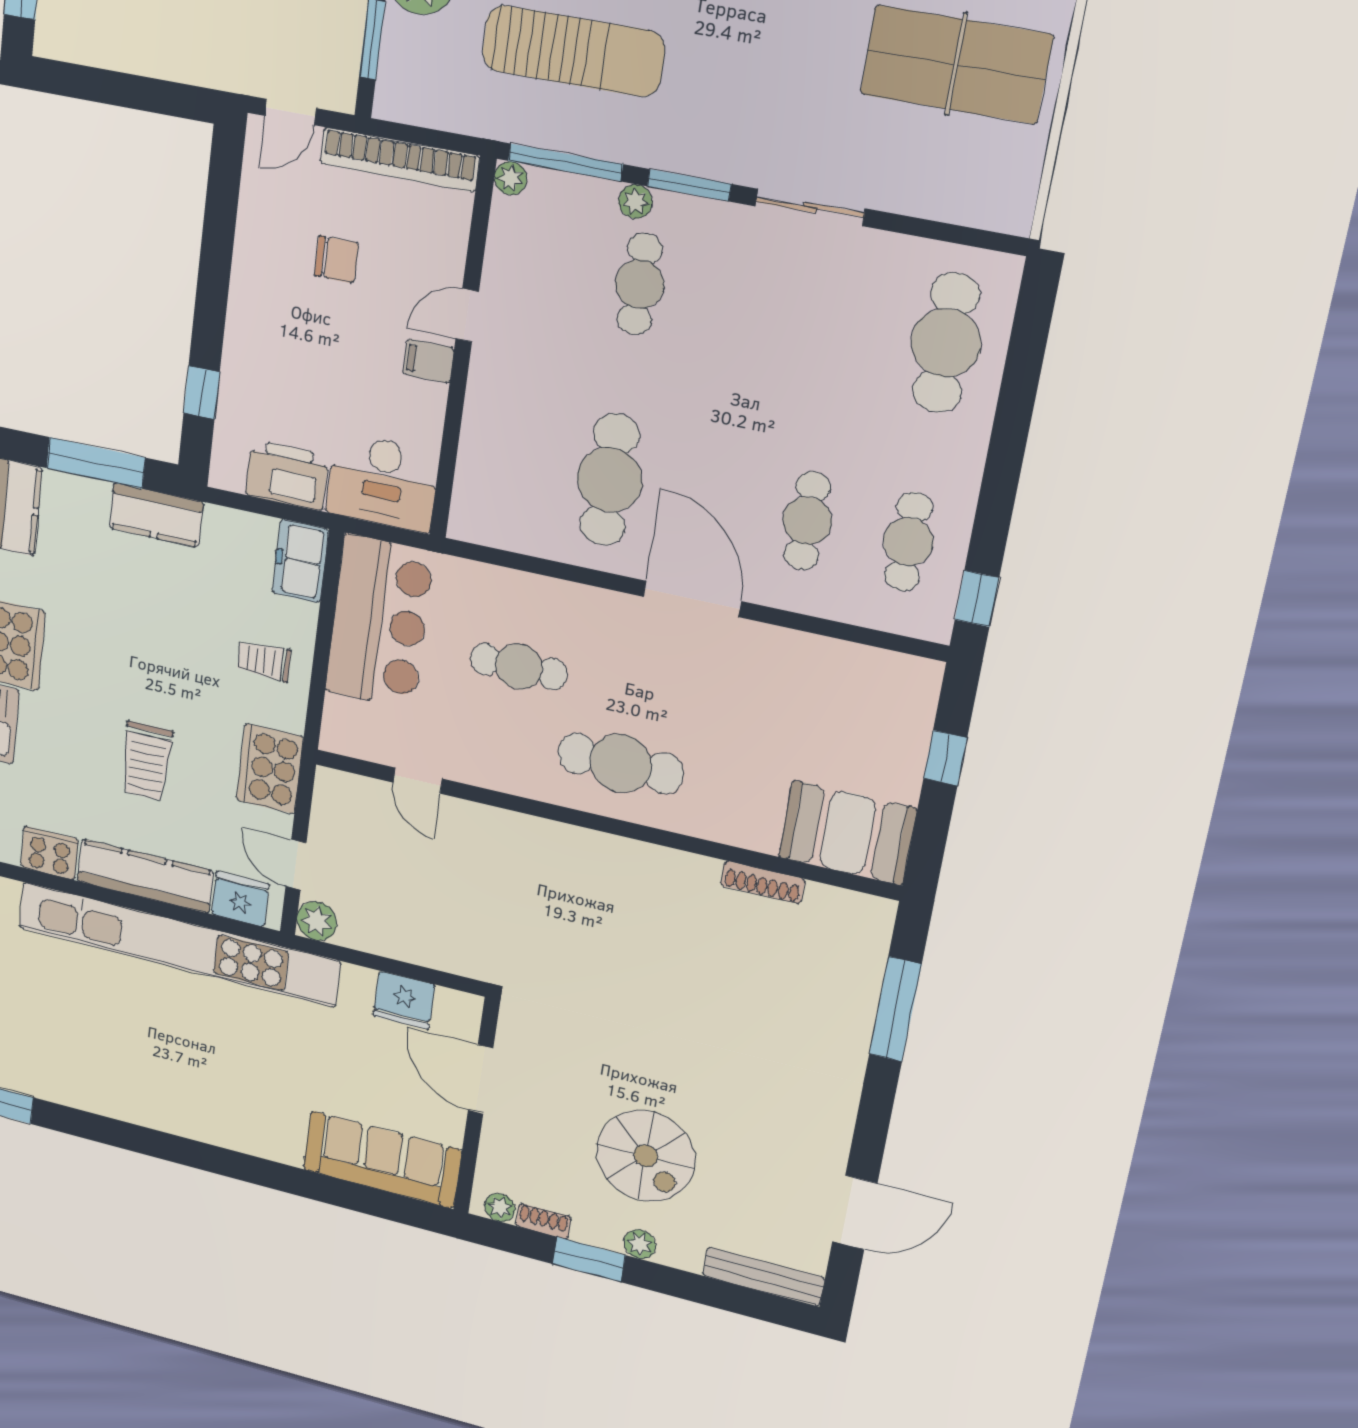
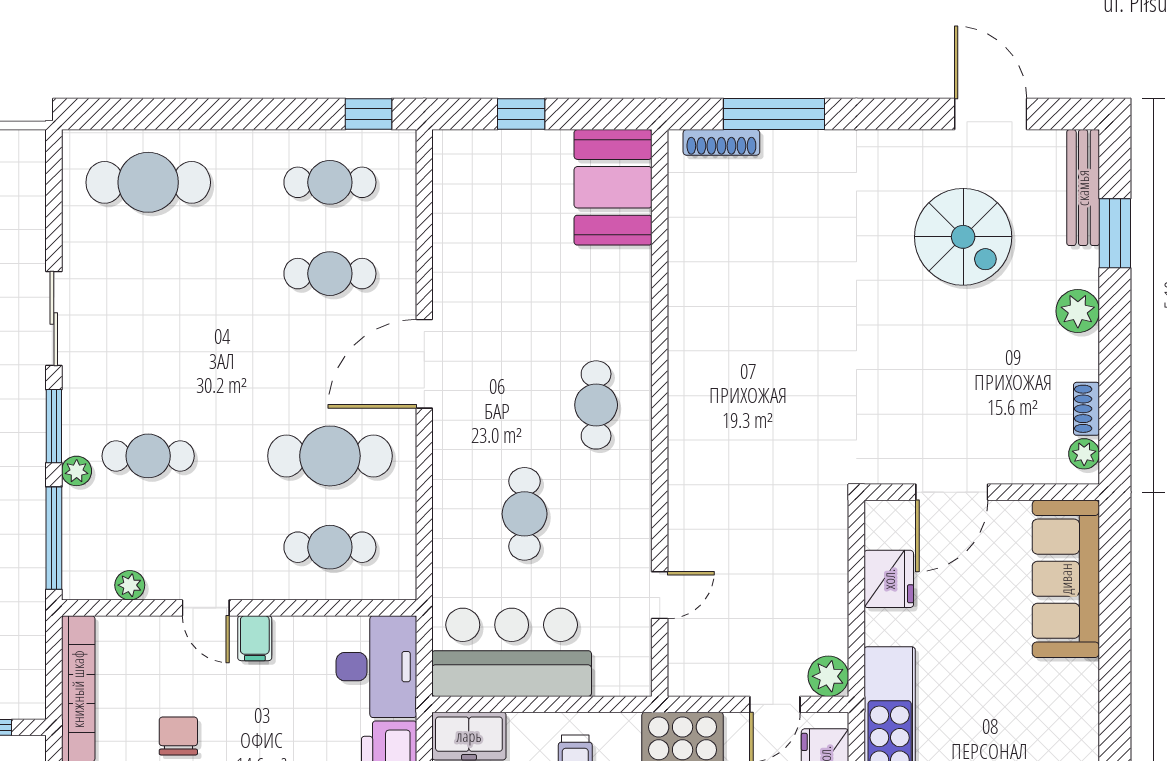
plant: (511, 178) -> (130, 585), moved
cafe table: (513, 460) -> (330, 547), added
cafe table: (621, 763) -> (596, 405), width x0.73, depth x0.74
shoe rack: (763, 882) -> (721, 142), moved, turned 90
spiral stairs: (646, 1156) -> (963, 237), moved, turned 90
plant: (640, 1244) -> (1078, 311), width x1.38, depth x1.38
window: (589, 1260) -> (1115, 233), moved

